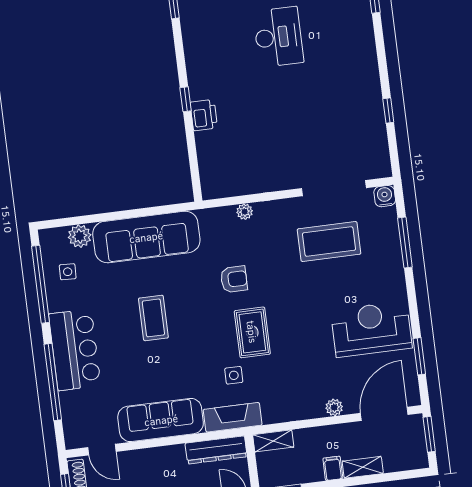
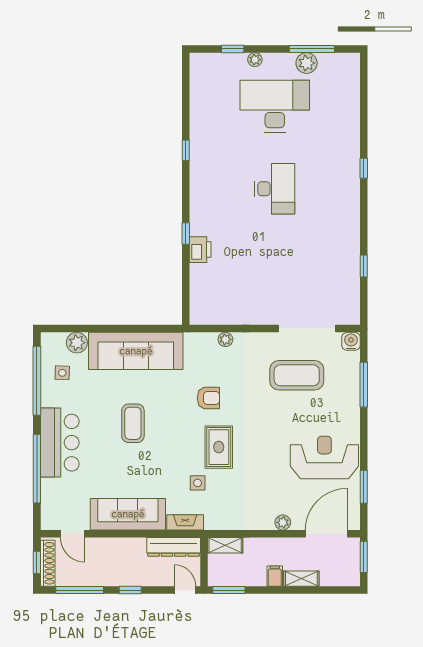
fireplace: (233, 417) -> (185, 522), width x0.73, depth x0.76

